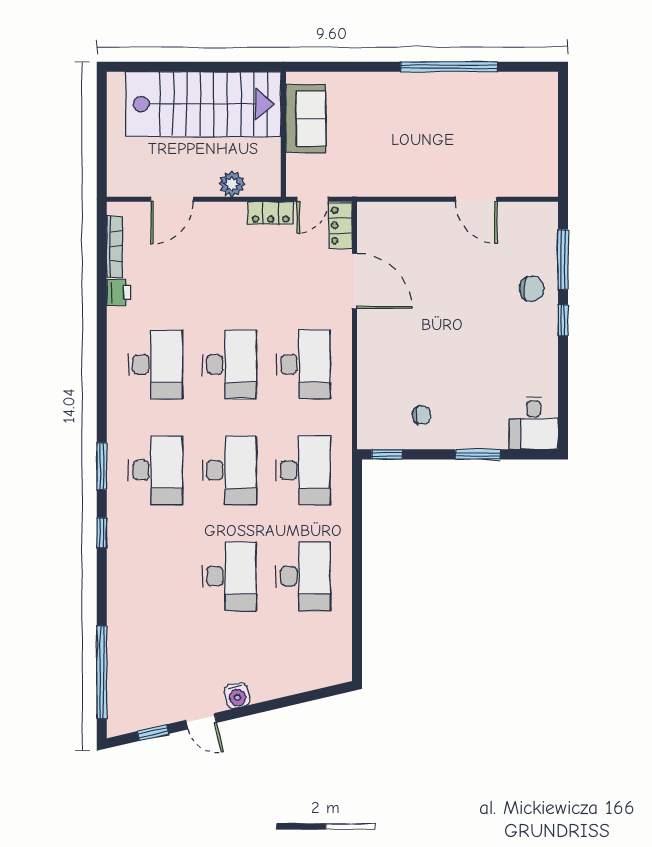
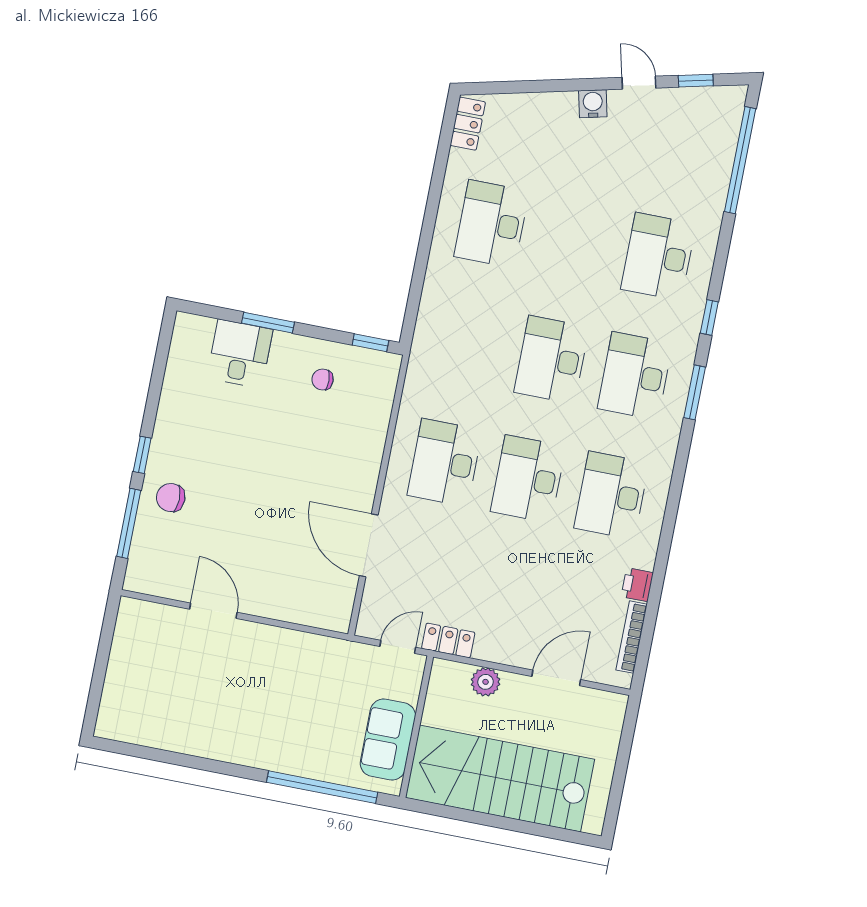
window: (449, 67) -> (322, 787), moved
locker: (340, 225) -> (468, 124), moved
desk: (534, 423) -> (240, 354), moved
desk: (303, 470) -> (468, 343), removed
desk: (229, 576) -> (658, 257), moved

